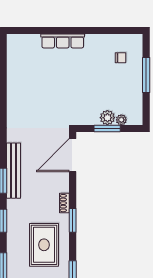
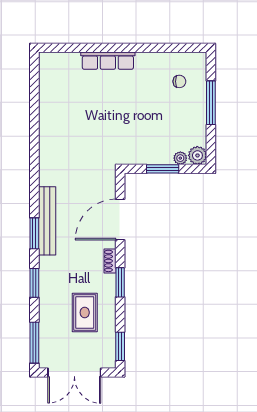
plant: (107, 118) -> (197, 155), moved
door: (73, 155) -> (120, 220), moved
rug: (44, 245) -> (85, 312), width x0.73, depth x0.70

